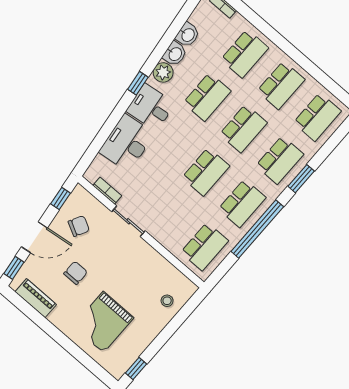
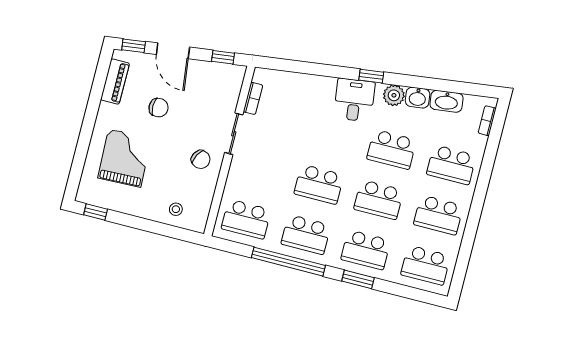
washbasin: (188, 35) -> (446, 101), width x1.38
desk: (127, 143) -> (309, 94), removed
chair: (79, 226) -> (201, 159), moved
grand piano: (103, 322) -> (125, 158), turned 88

